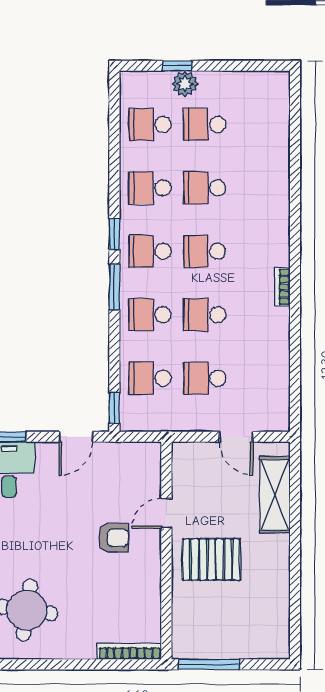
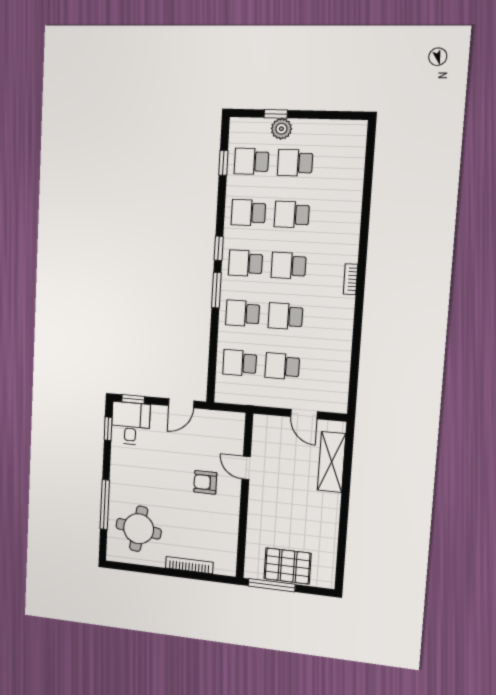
bookcase: (282, 287) -> (351, 279), moved
window: (114, 408) -> (223, 163), moved
door: (166, 513) -> (246, 468), hinge flipped
armchair: (114, 538) -> (205, 482), turned 180
pallet: (211, 559) -> (288, 566), moved
bookcase: (130, 651) -> (189, 565), moved

